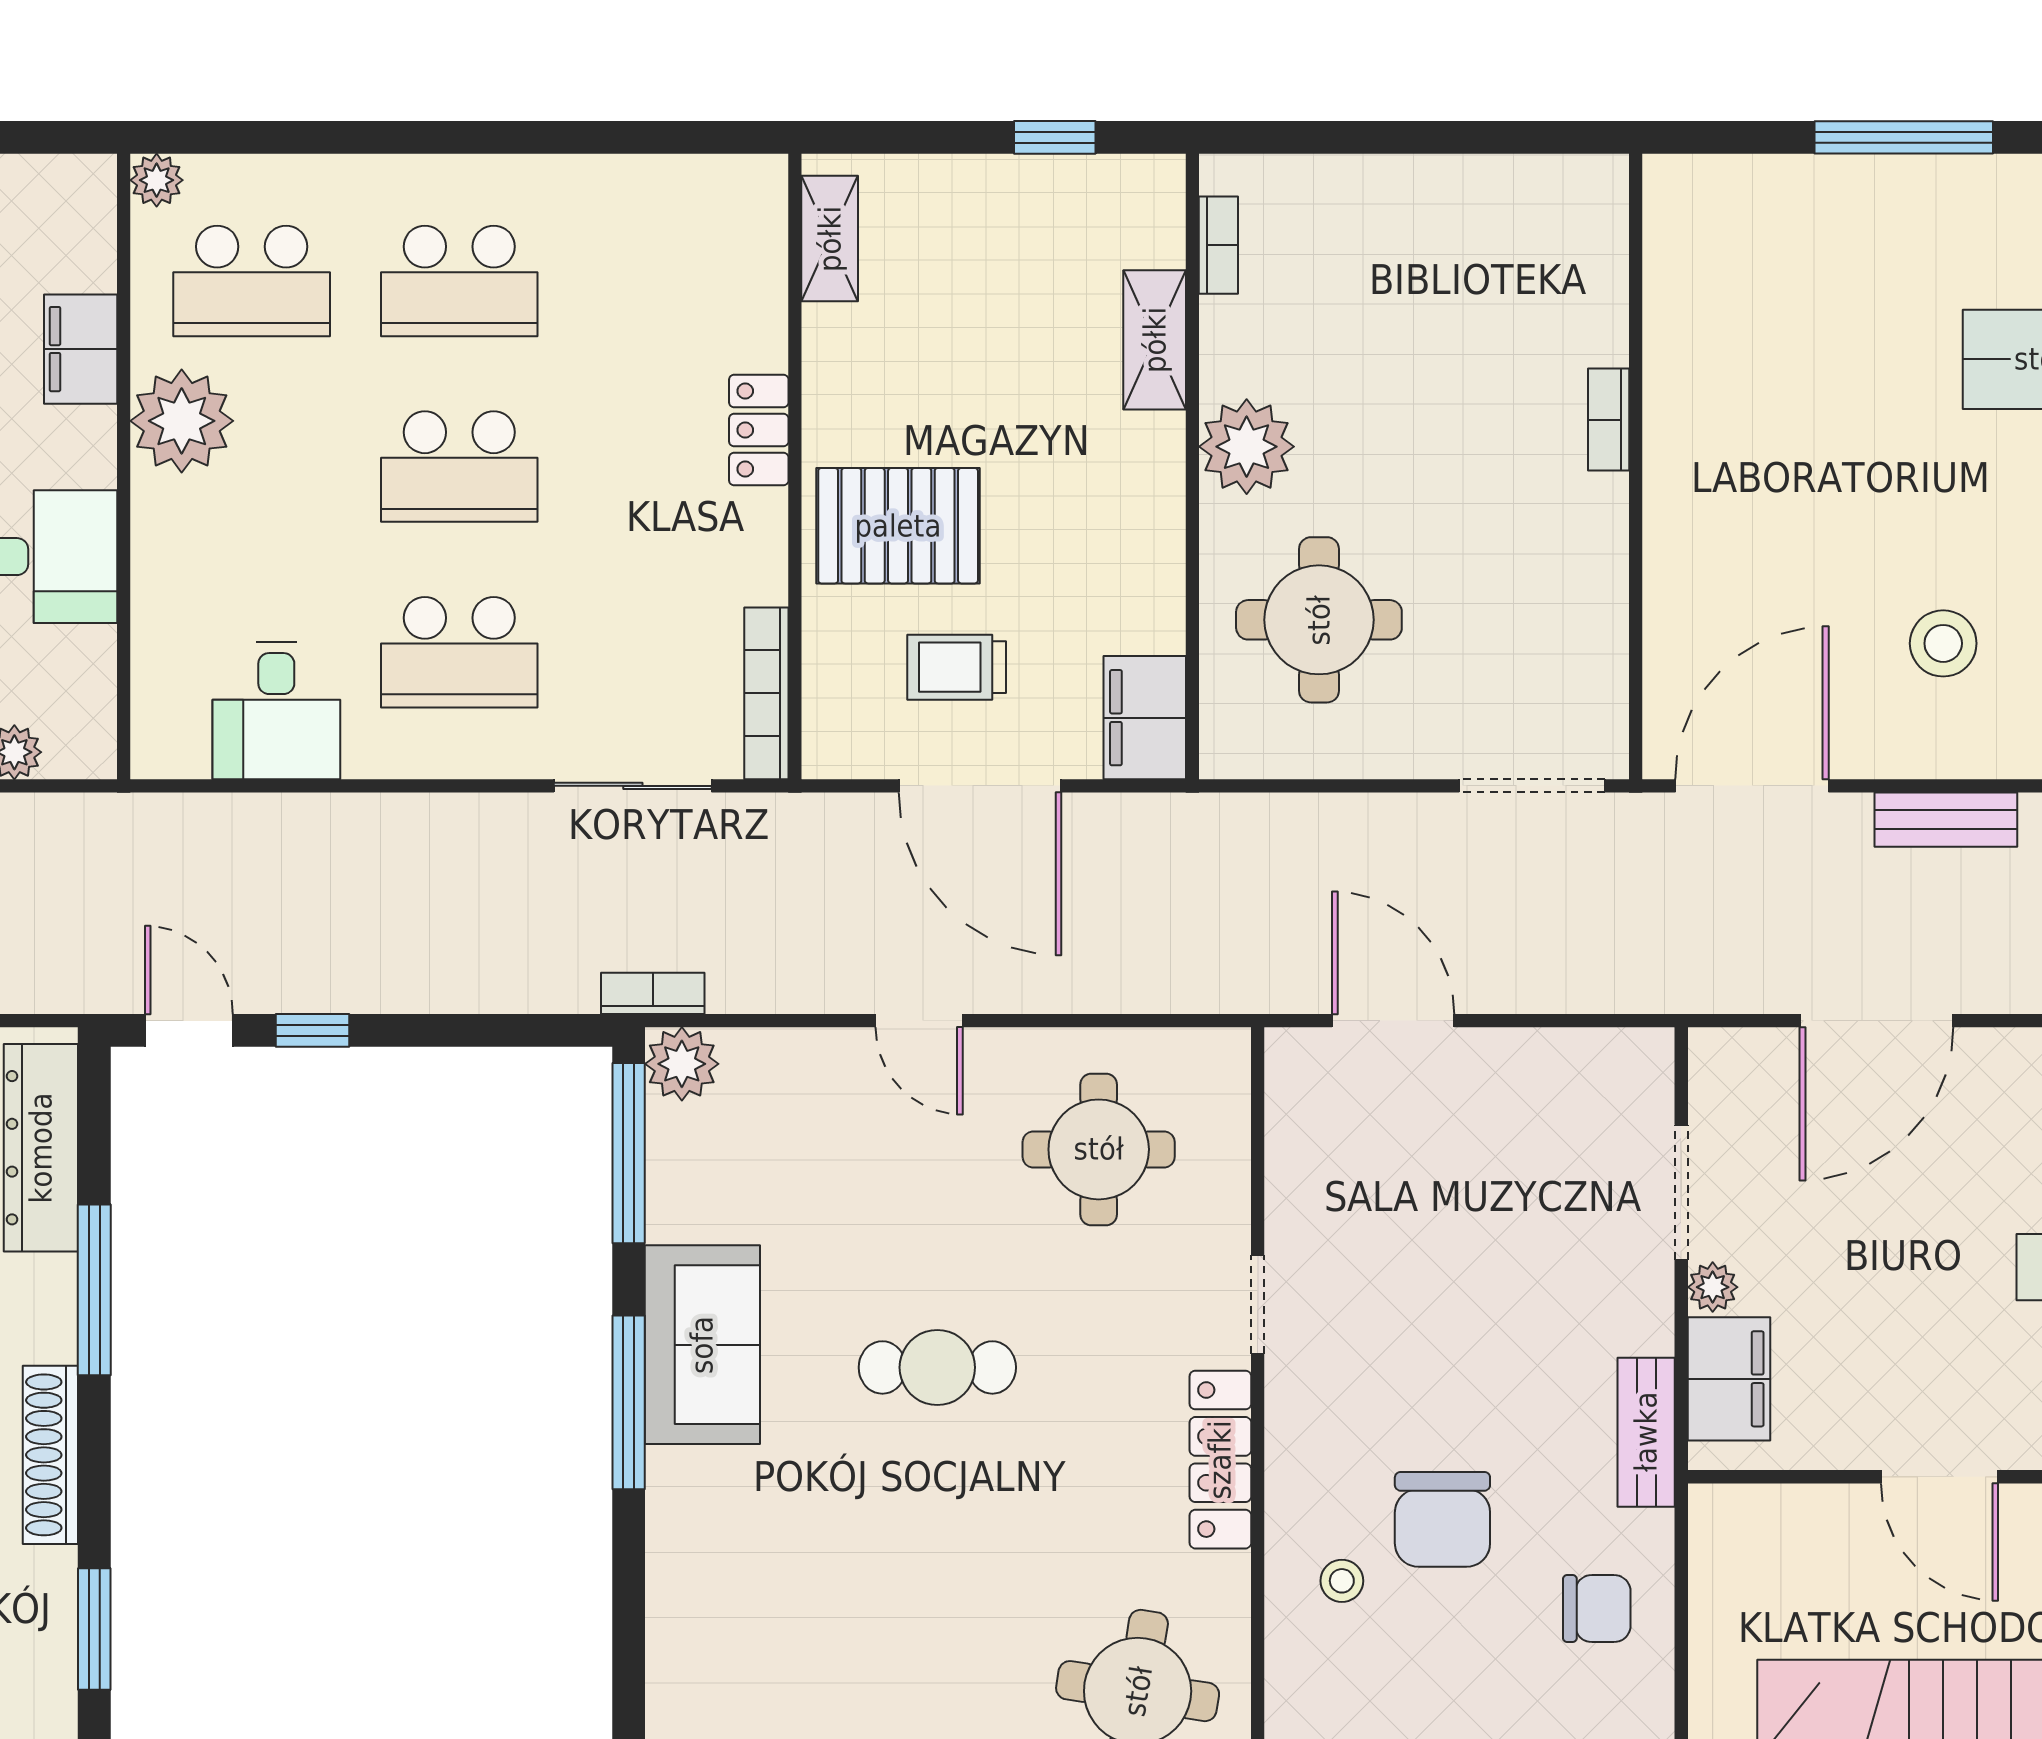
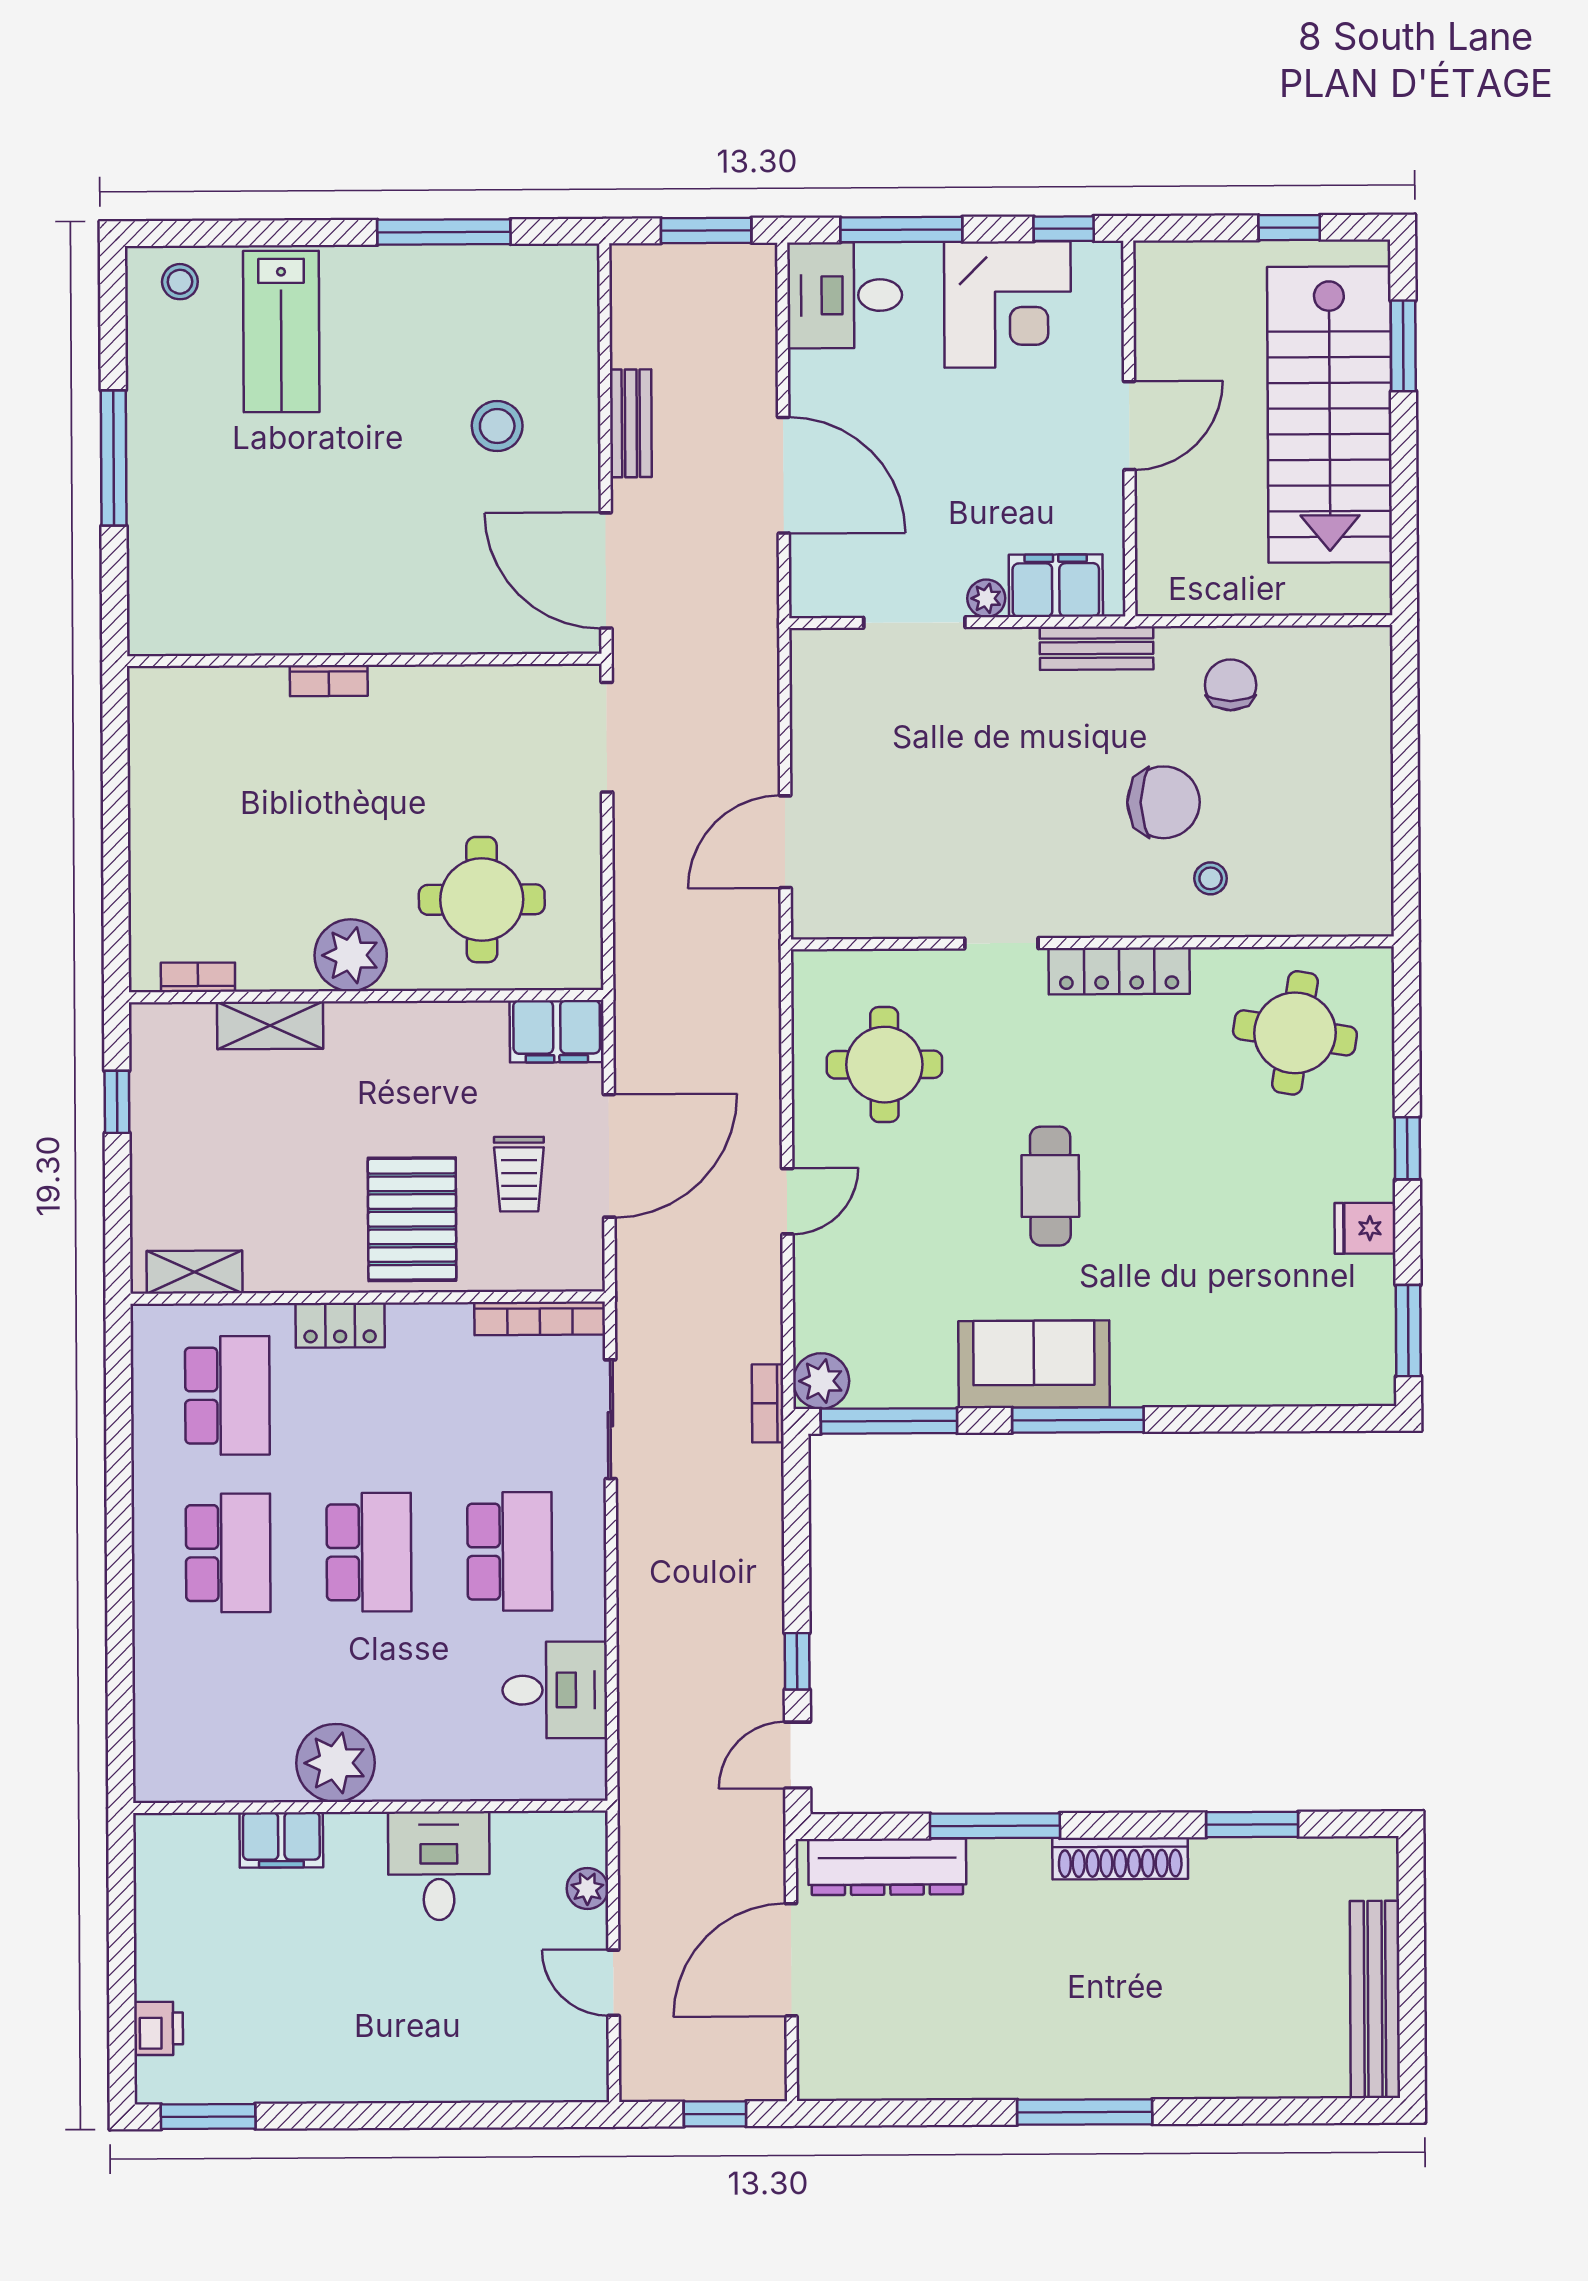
plant: (157, 180) -> (153, 1783), removed
school desk: (252, 281) -> (227, 1395), moved

